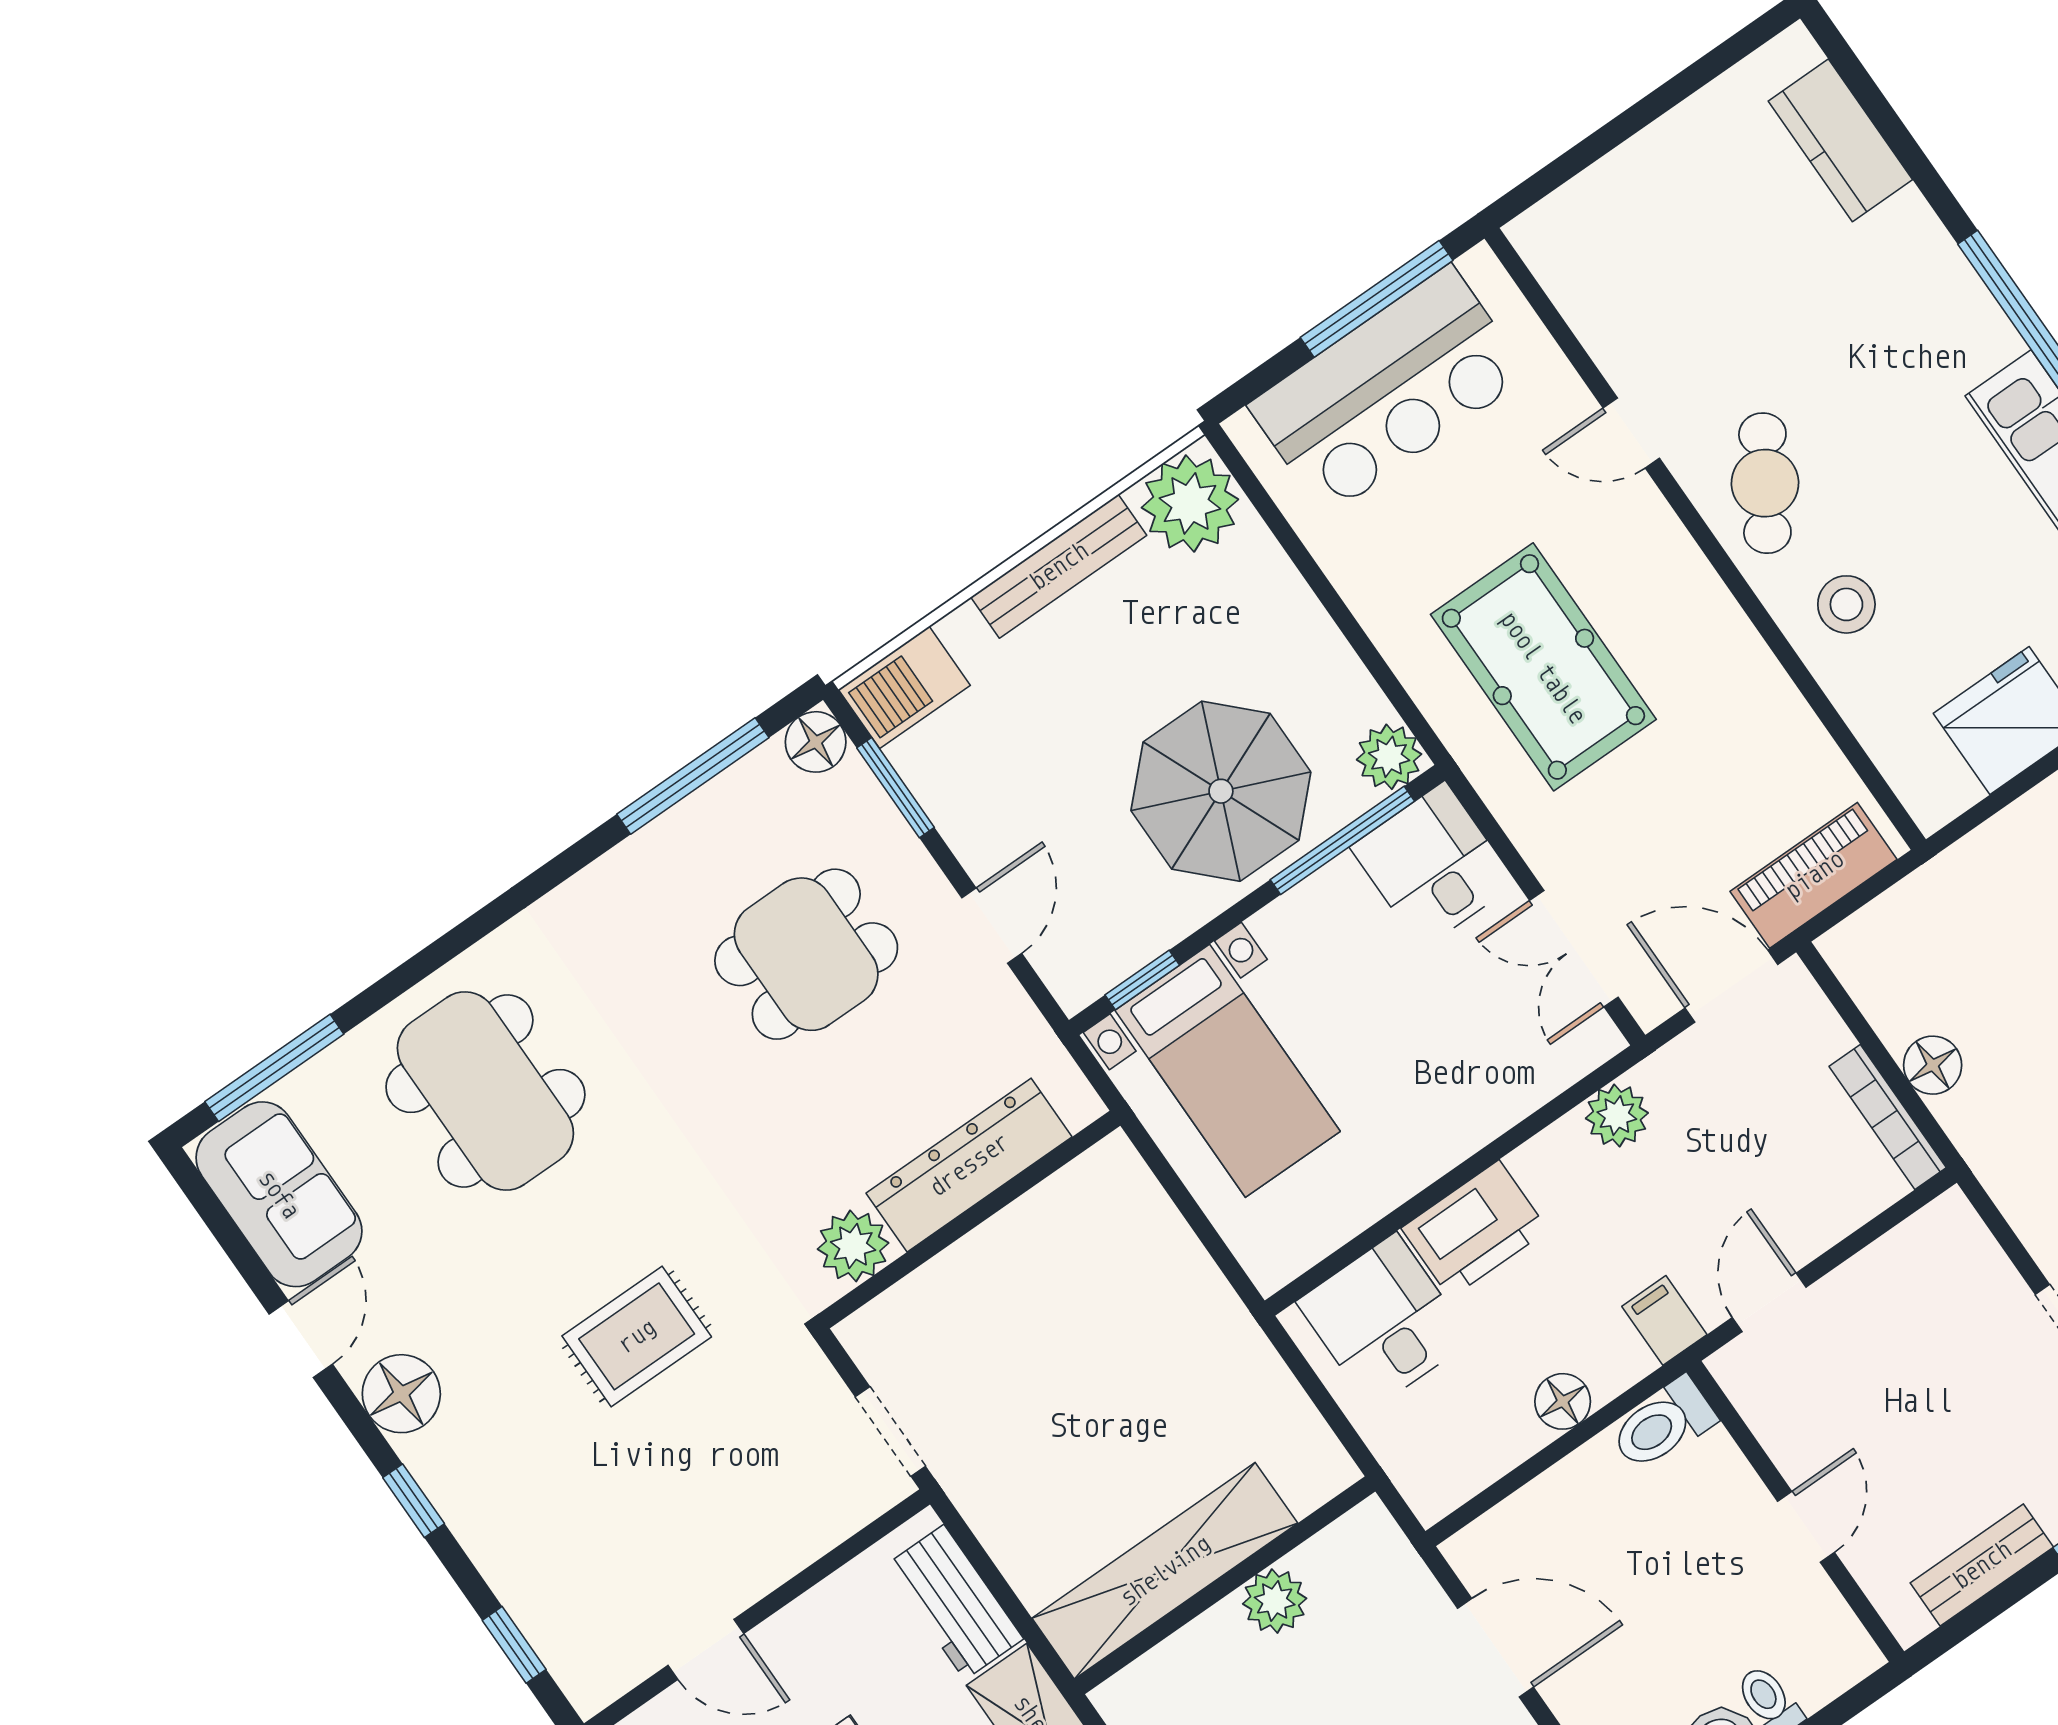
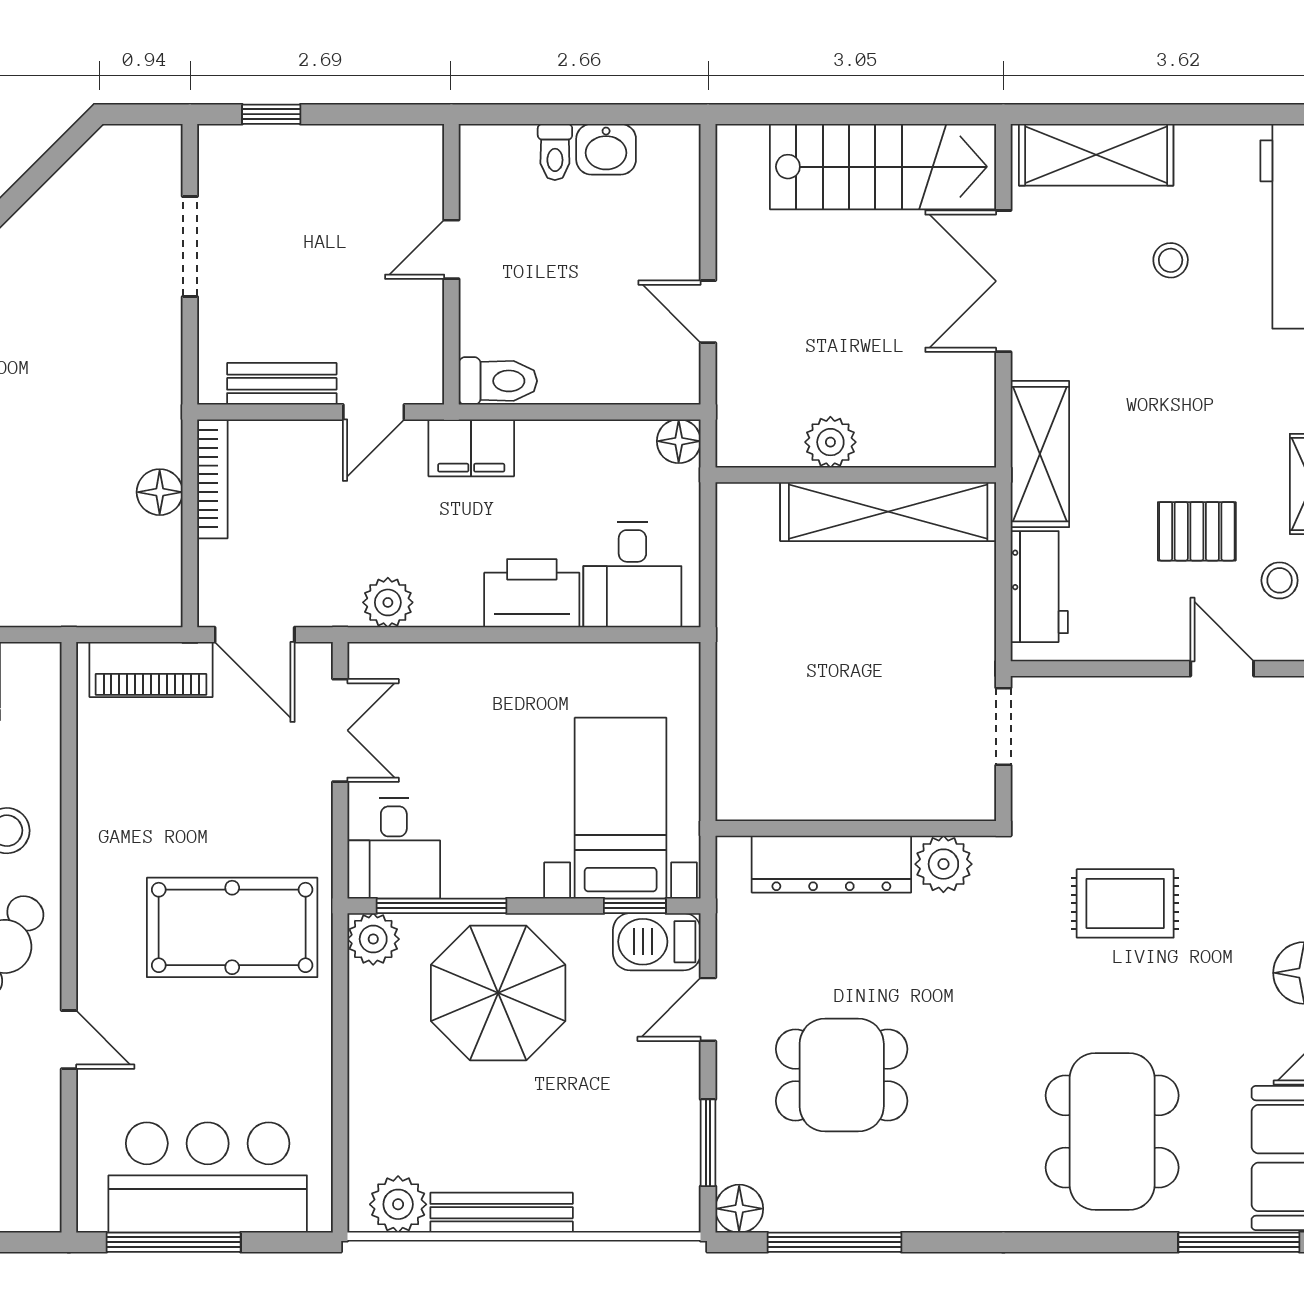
plant: (1190, 503) -> (398, 1204), width x0.73, depth x0.73
pool table: (1543, 667) -> (232, 927), turned 90
barbecue: (904, 687) -> (657, 942), moved, turned 180
filing cabinet: (1664, 1320) -> (471, 448), width x2.00
floor lamp: (1563, 1401) -> (679, 441), moved
bench: (1982, 1565) -> (282, 384), moved
door: (1496, 1648) -> (708, 312), width x0.73

